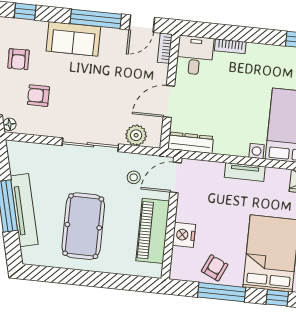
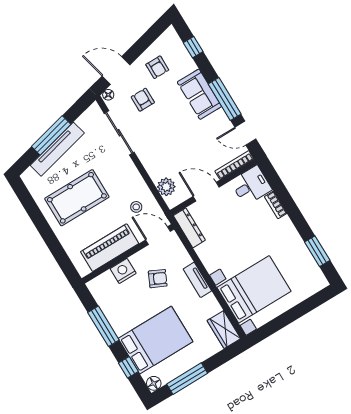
bookcase: (165, 48) -> (234, 165), width x1.56
armchair: (19, 59) -> (157, 67), turned -89
sliding door: (90, 145) -> (119, 133), moved
armchair: (215, 268) -> (158, 279), moved

